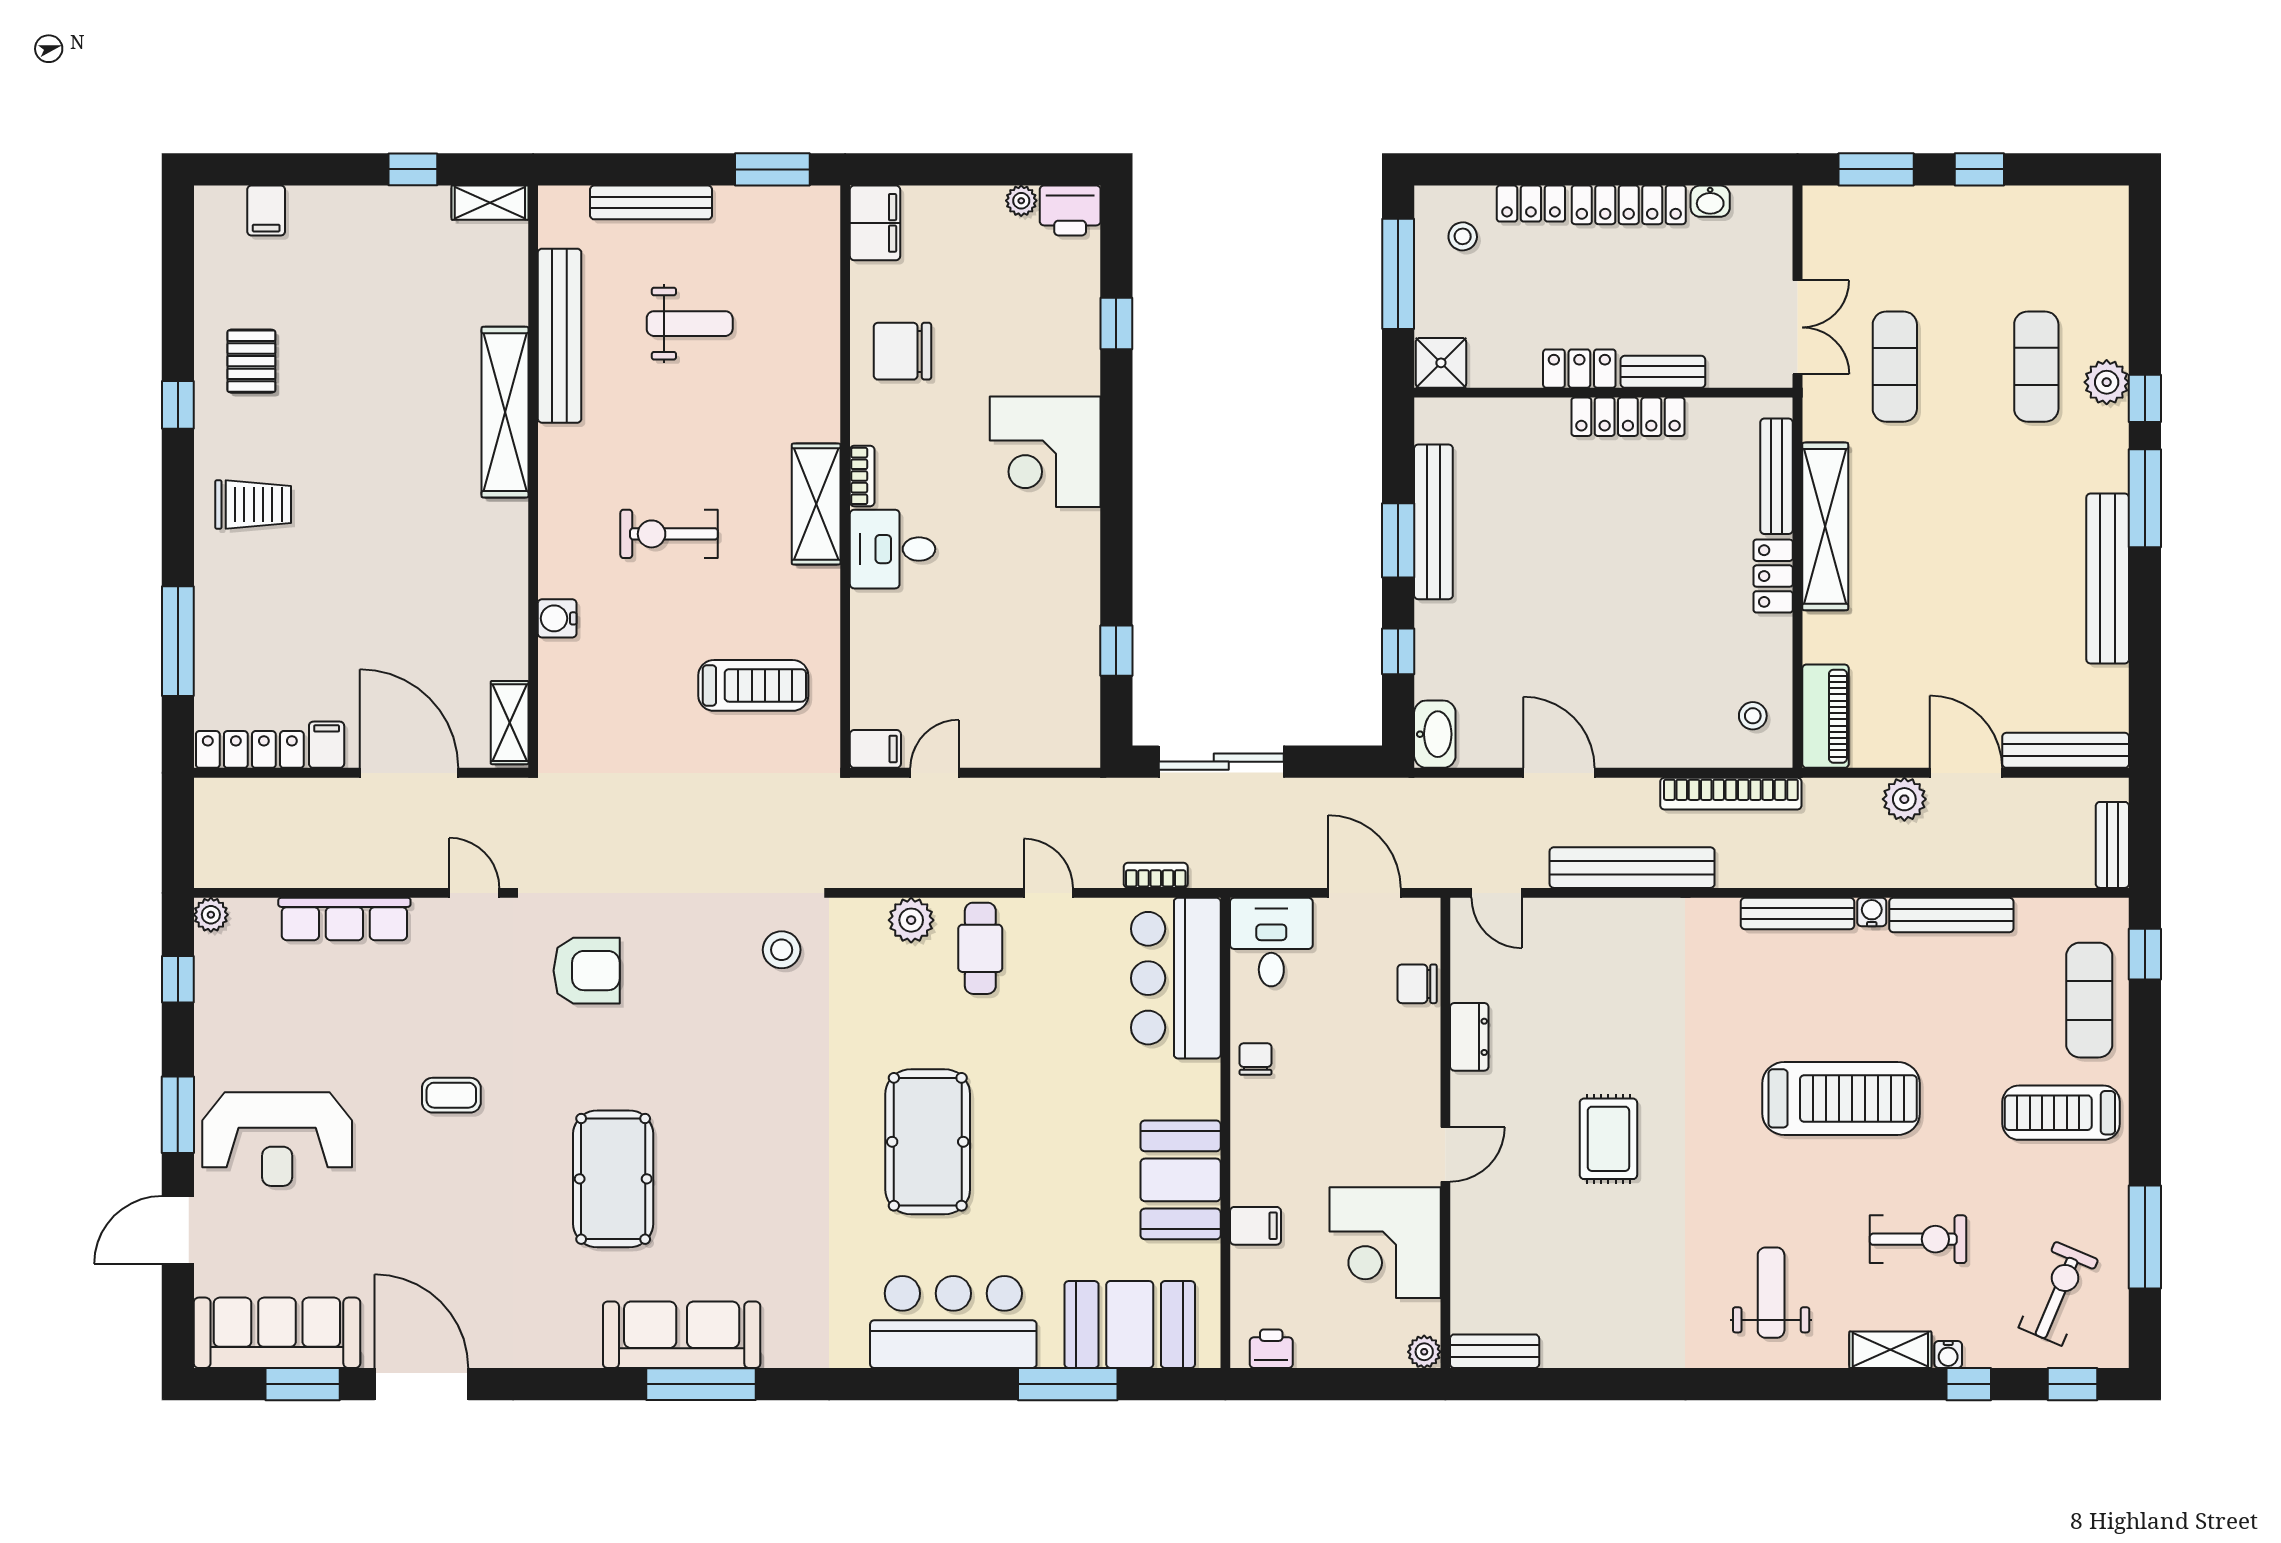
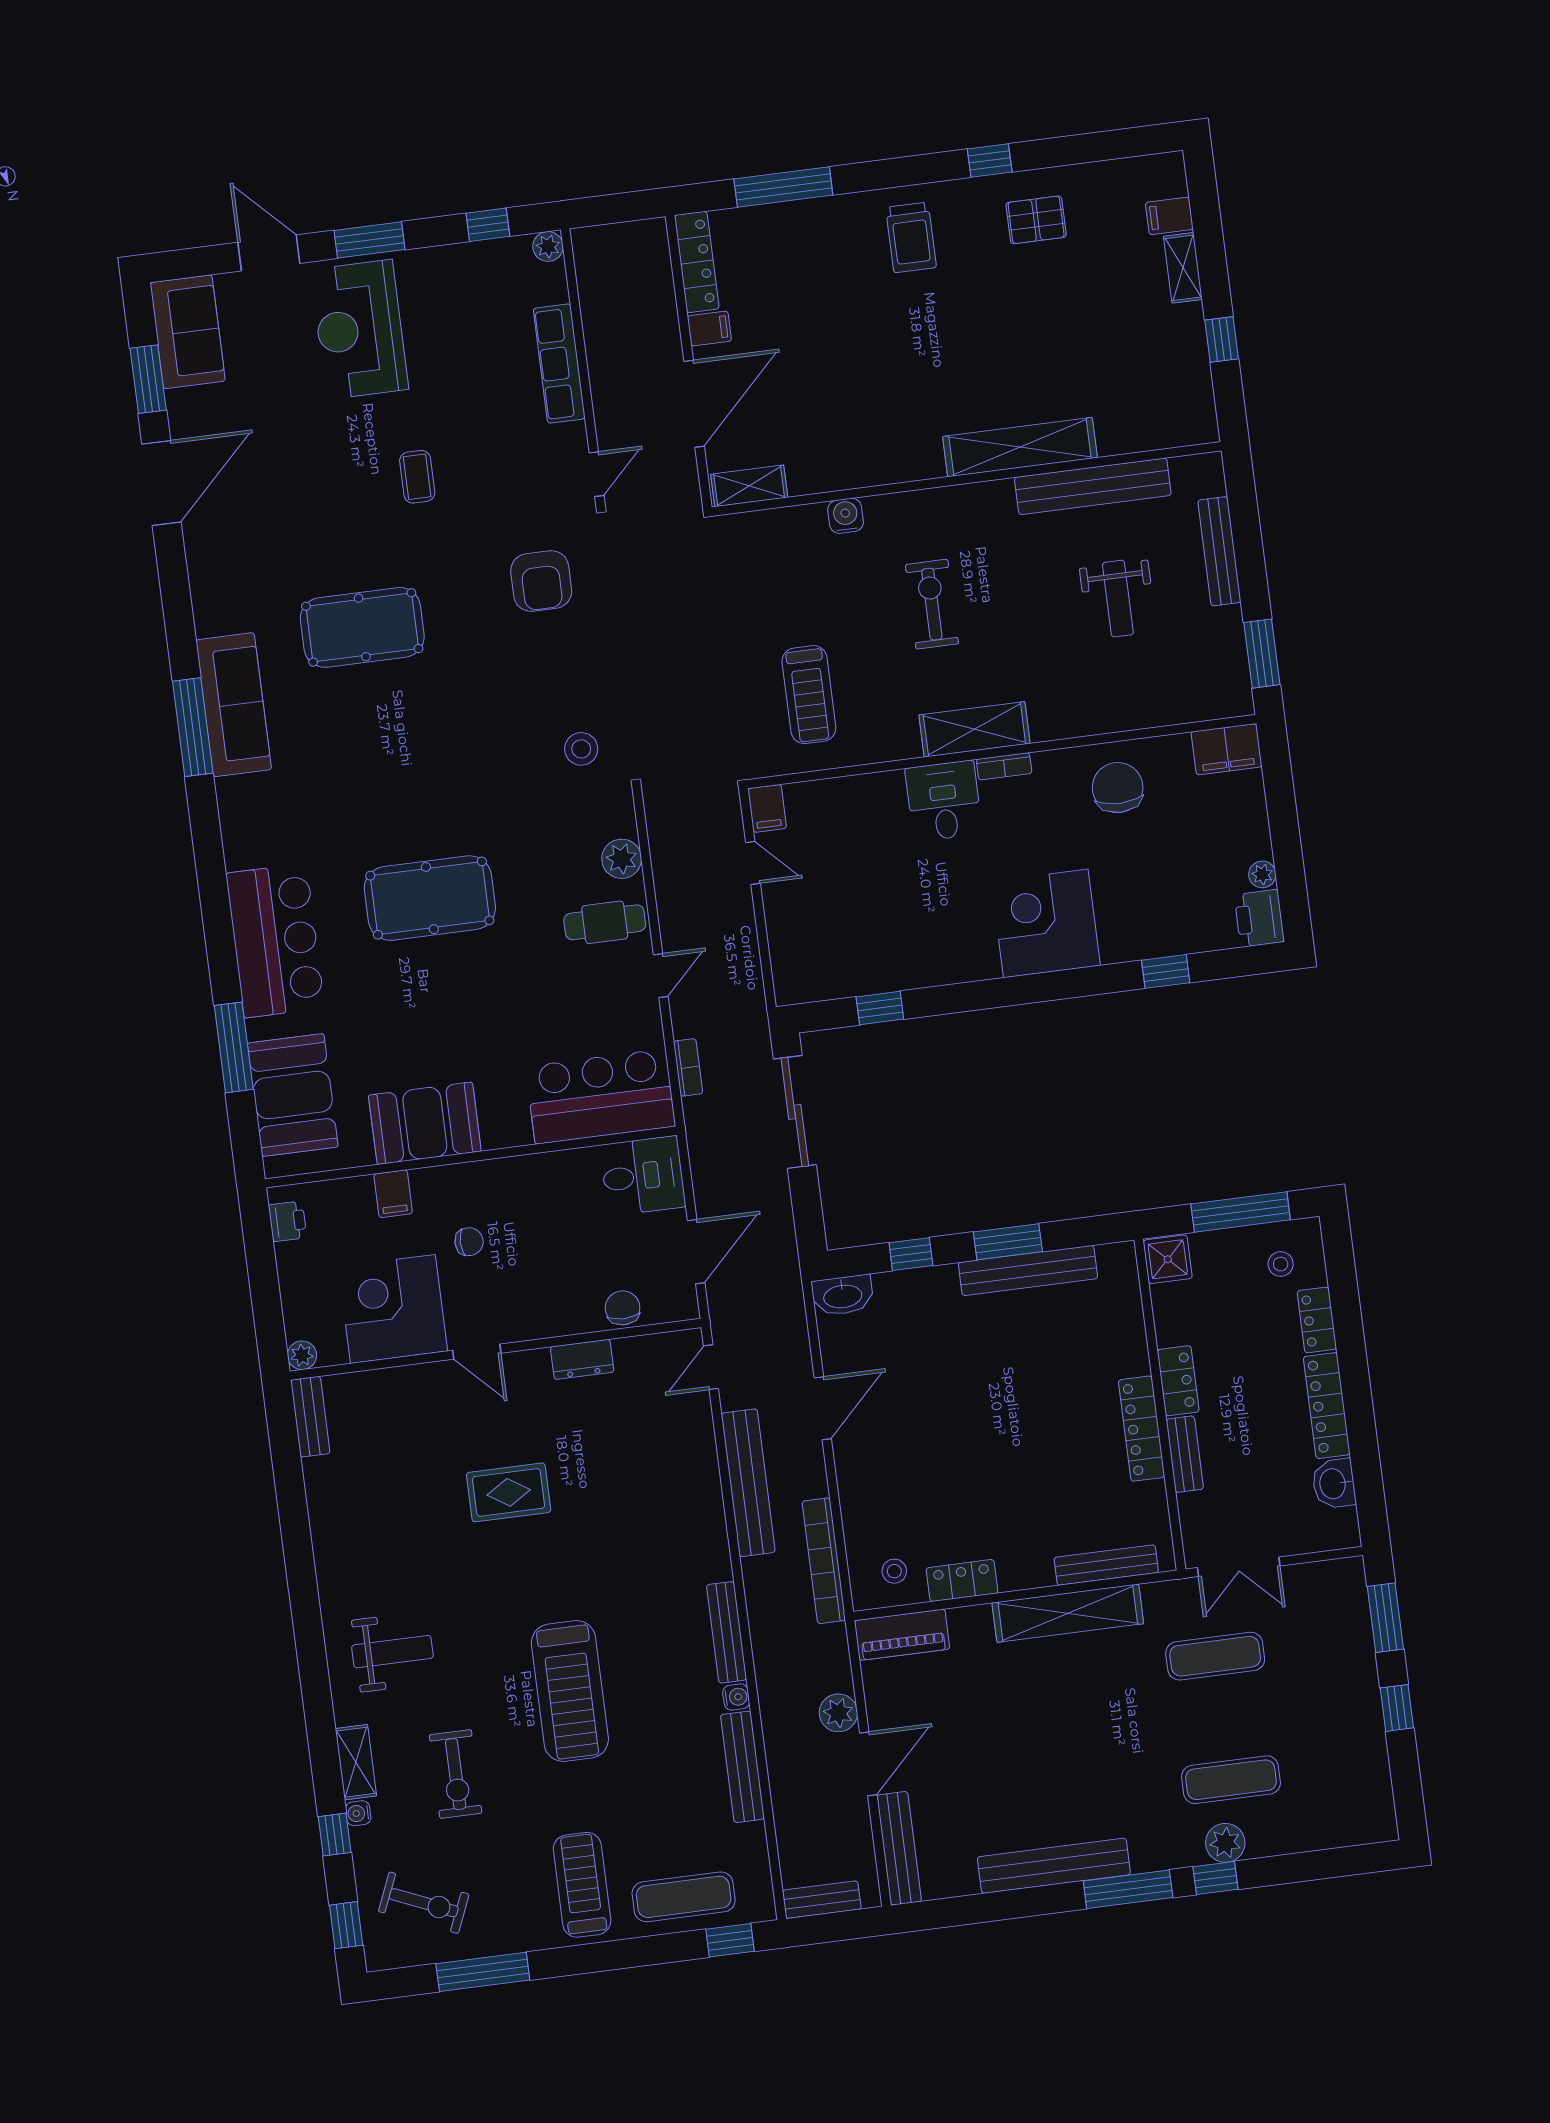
washbasin: (1710, 201) -> (1334, 1484), width x1.38, depth x1.45
shelving: (490, 203) -> (1183, 268), moved
locker: (1773, 576) -> (962, 1580), moved
chair: (1255, 1059) -> (469, 1242), moved
sofa: (277, 1333) -> (188, 332), width x0.73

